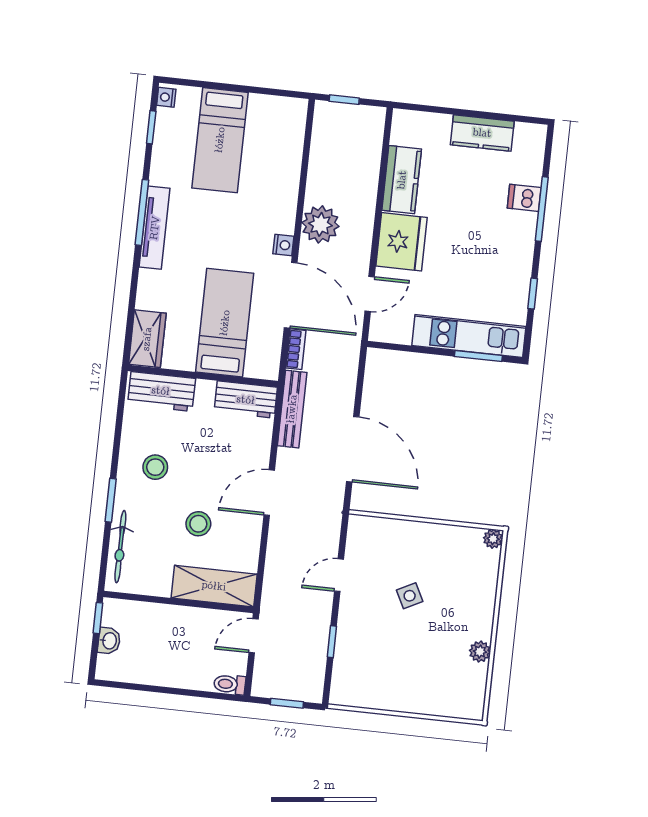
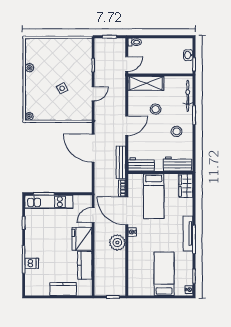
kitchen counter: (482, 133) -> (63, 289), moved

